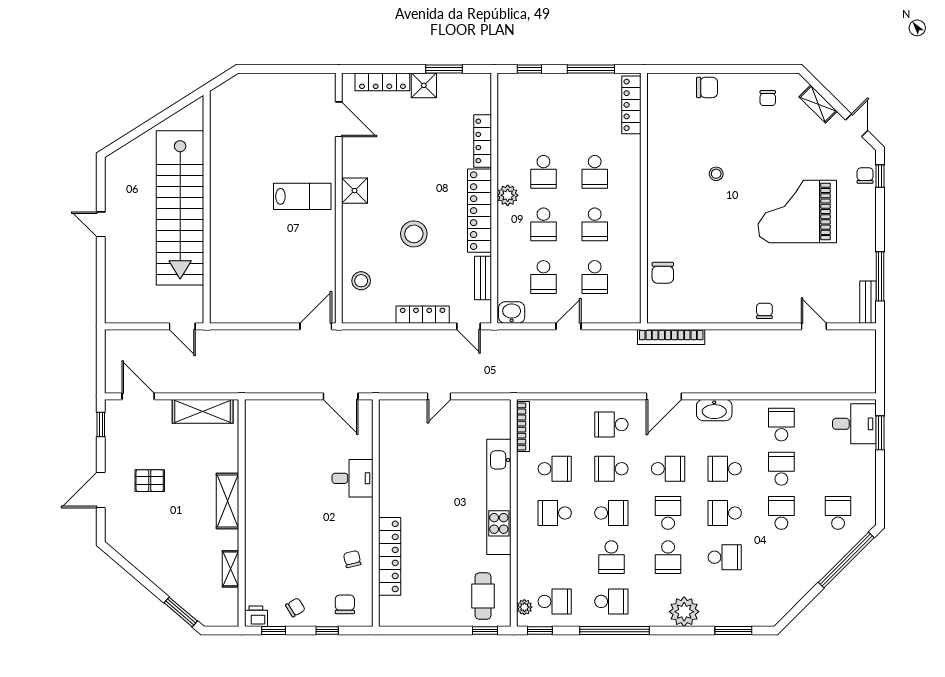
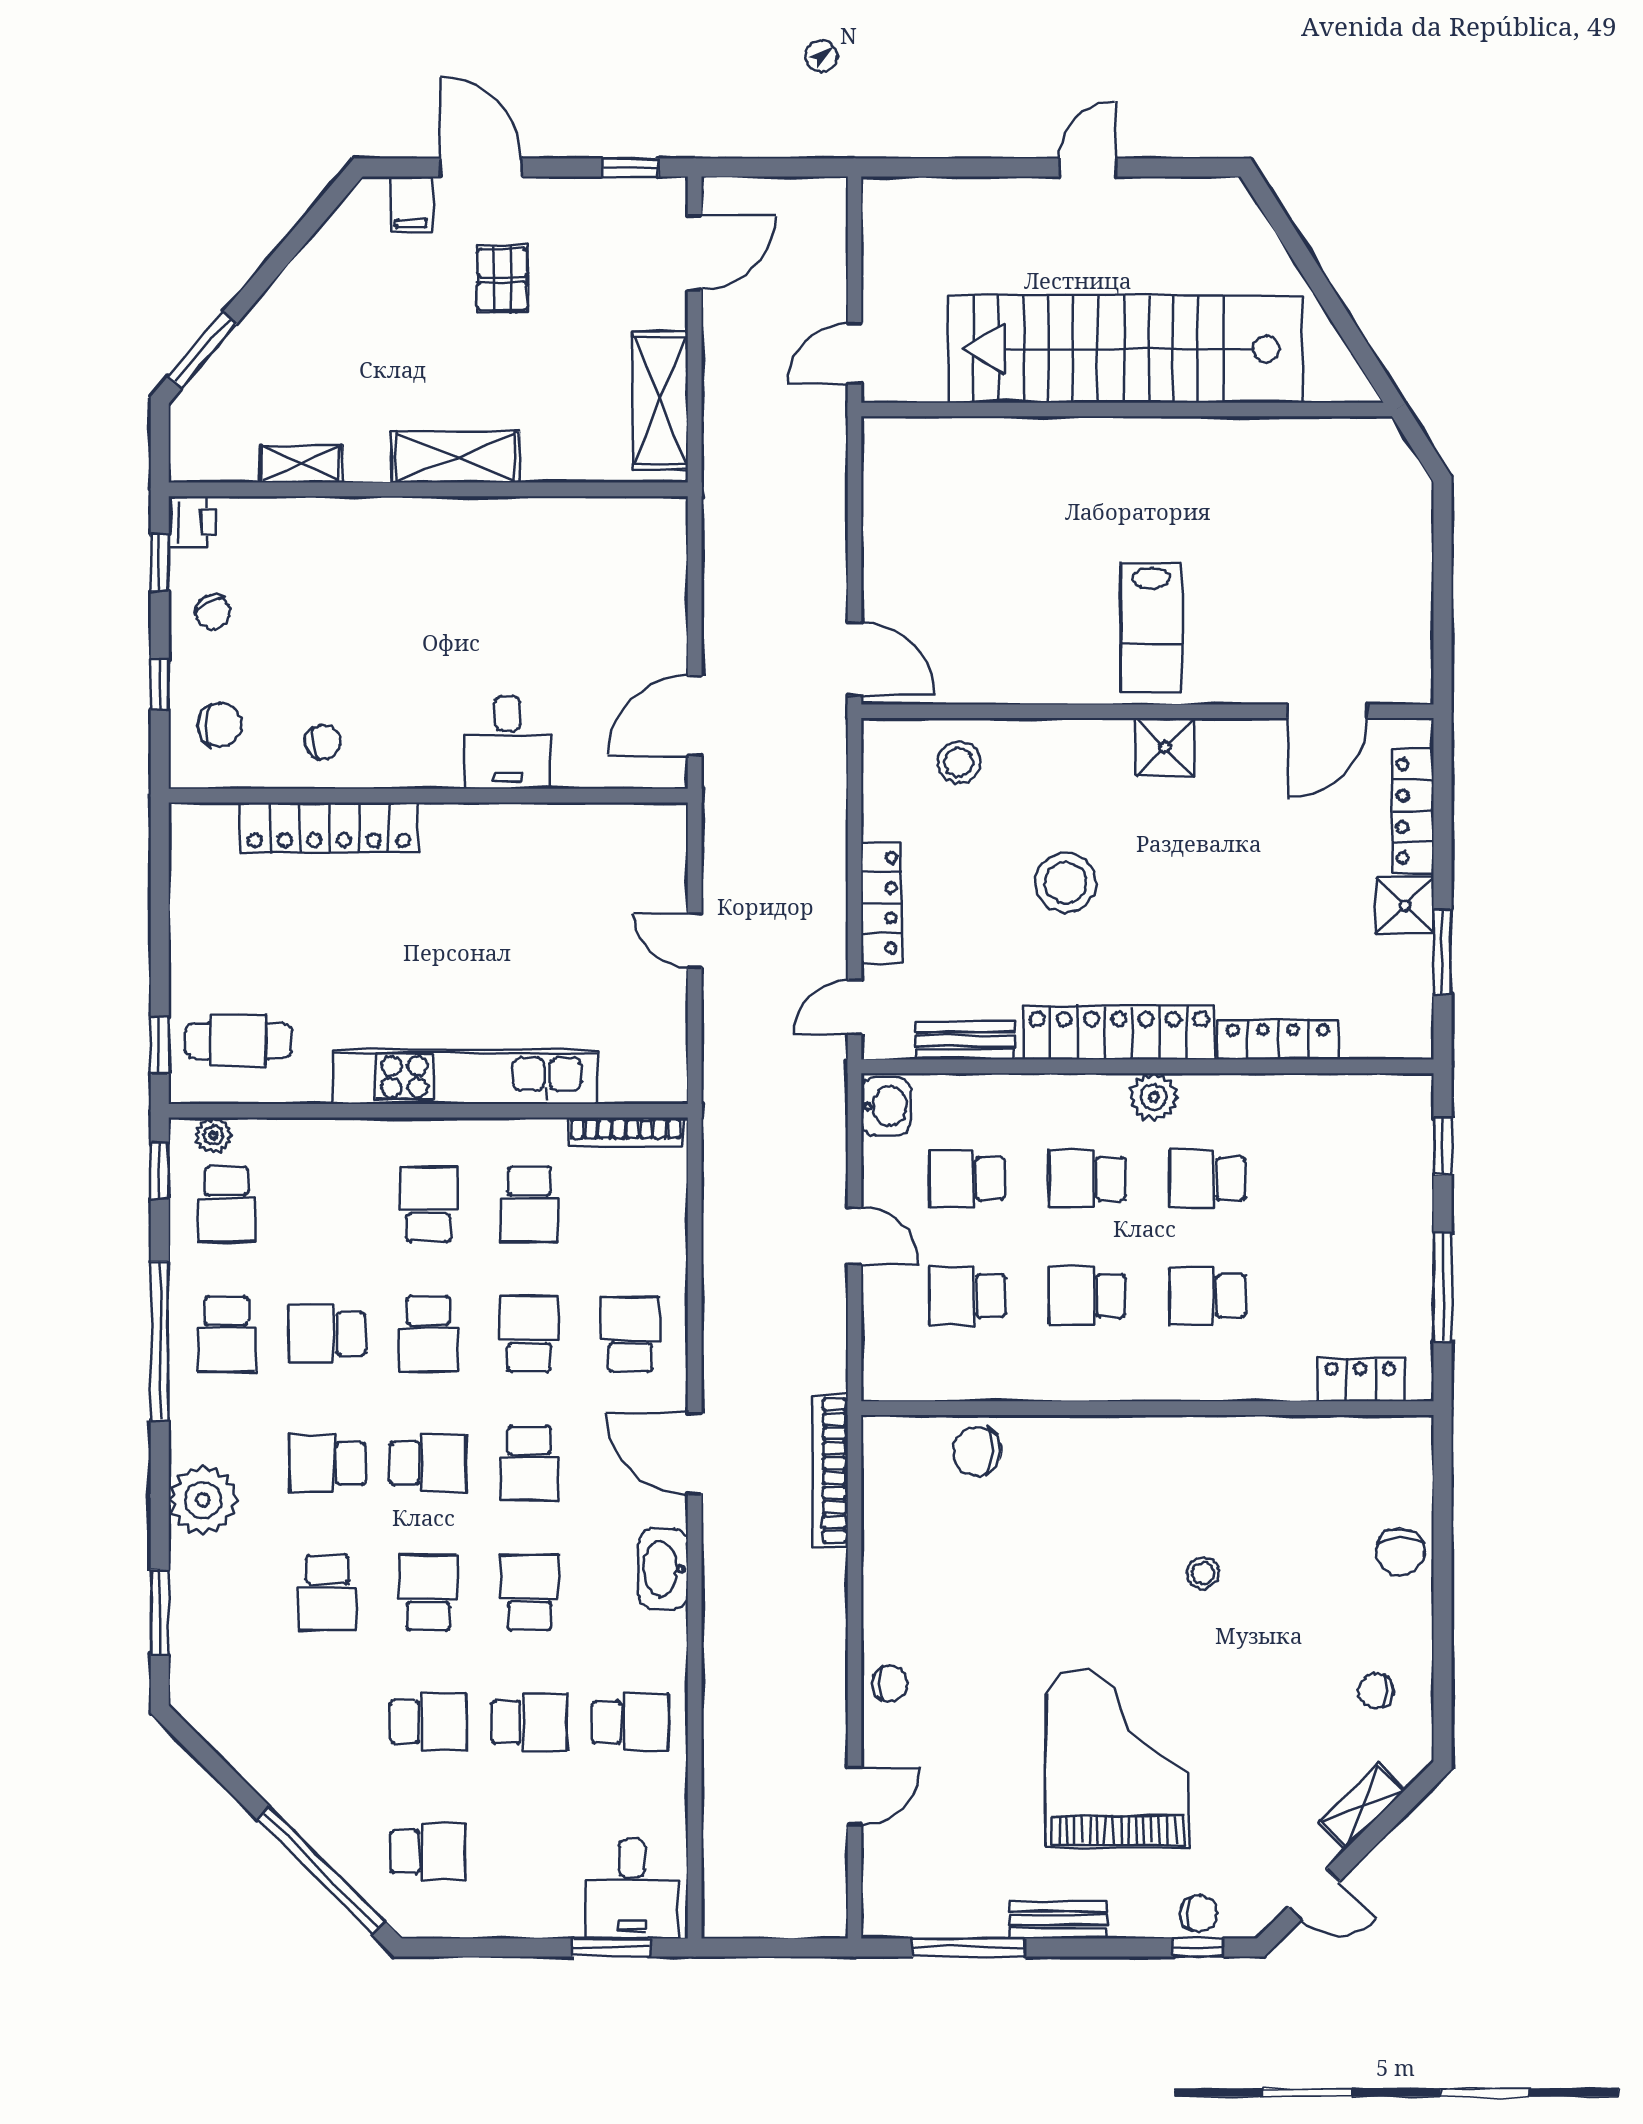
locker: (631, 105) -> (1360, 1380), width x0.66
bench: (868, 302) -> (1058, 1920), moved
filing cabinet: (117, 520) -> (411, 204), added

